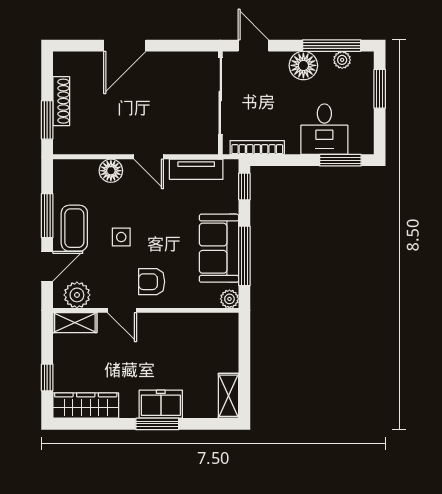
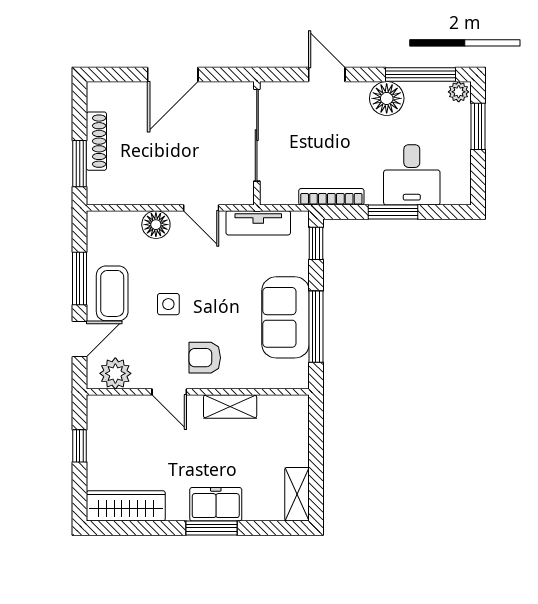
plant: (342, 60) -> (459, 92), moved
sliding door: (220, 96) -> (257, 135), moved
wall: (220, 103) -> (257, 143), moved
window: (340, 160) -> (393, 212), moved
plant: (229, 299) -> (298, 378), removed
shelving: (75, 323) -> (230, 407), moved
window: (47, 377) -> (80, 446), moved

